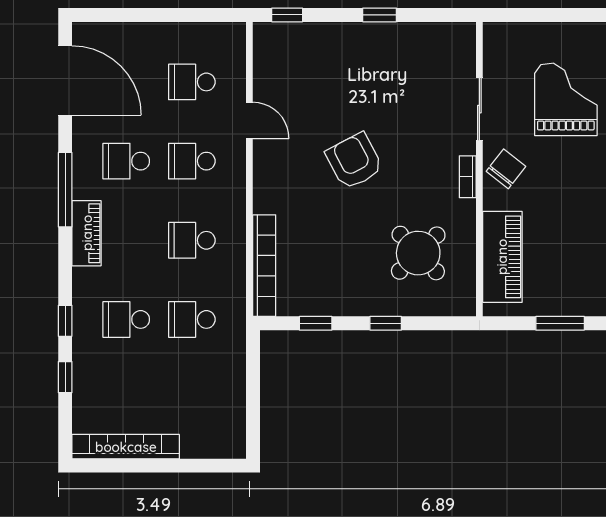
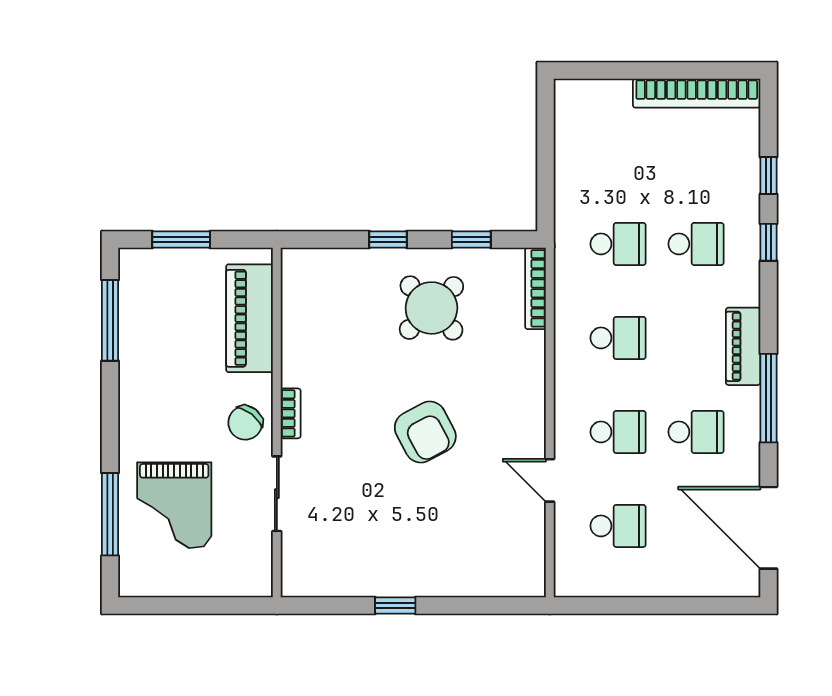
window: (287, 15) -> (505, 605), removed
round table: (418, 253) -> (431, 308), moved
bookcase: (264, 266) -> (535, 288), width x0.68, depth x0.76

